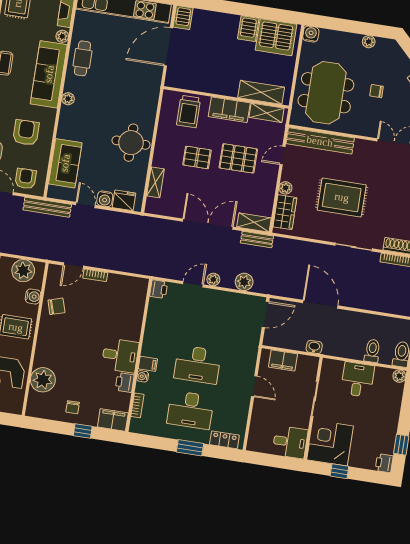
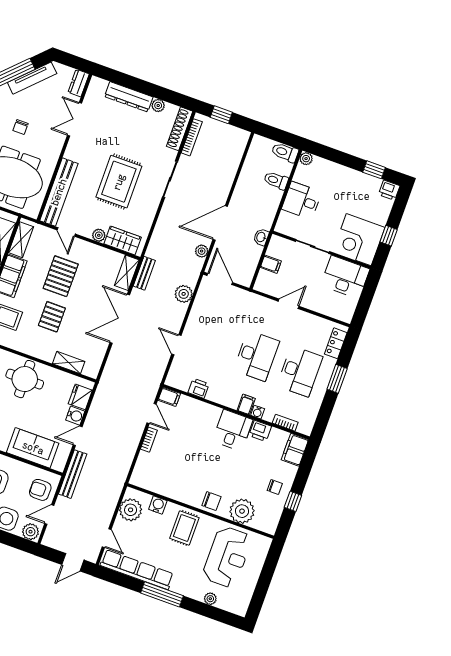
door: (73, 266) -> (152, 413), moved
plant: (213, 279) -> (202, 251), moved
filing cabinet: (141, 287) -> (169, 397), added
printer: (159, 289) -> (199, 388), moved
chair: (56, 306) -> (211, 501), moved, turned 107
filing cabinet: (283, 360) -> (271, 264), width x0.50
window: (83, 431) -> (293, 501), moved
desk: (290, 442) -> (345, 277), width x1.37

